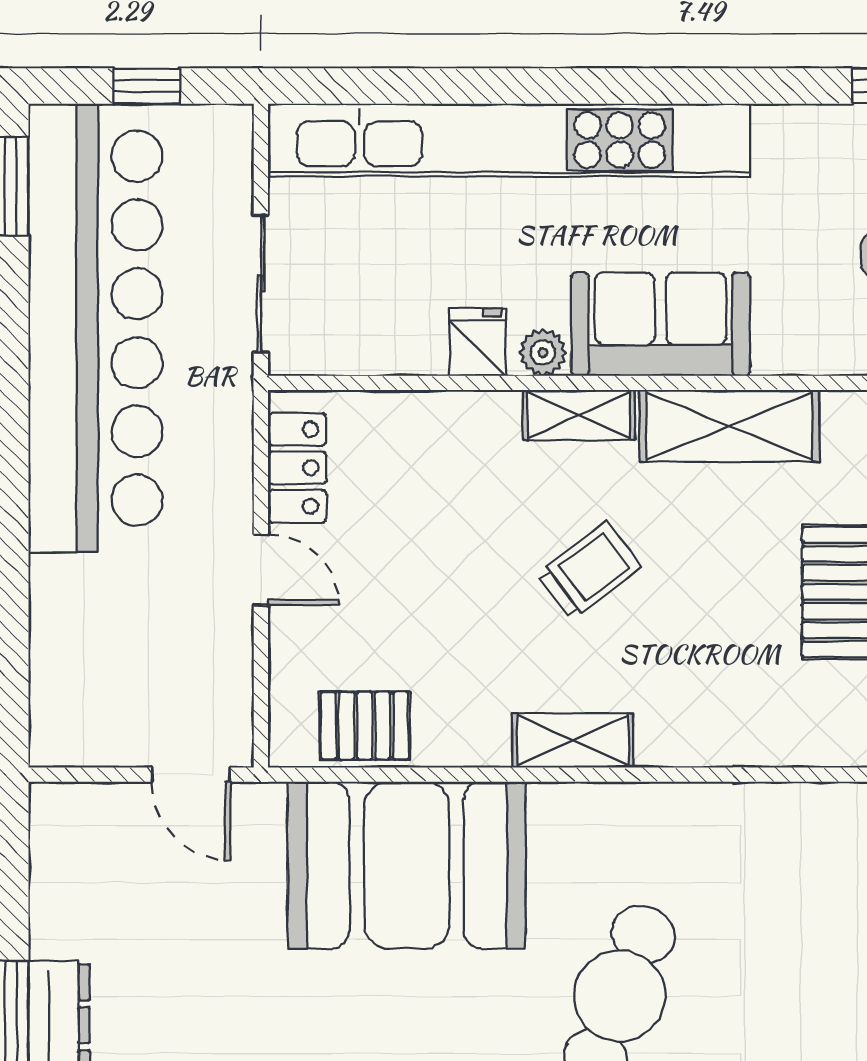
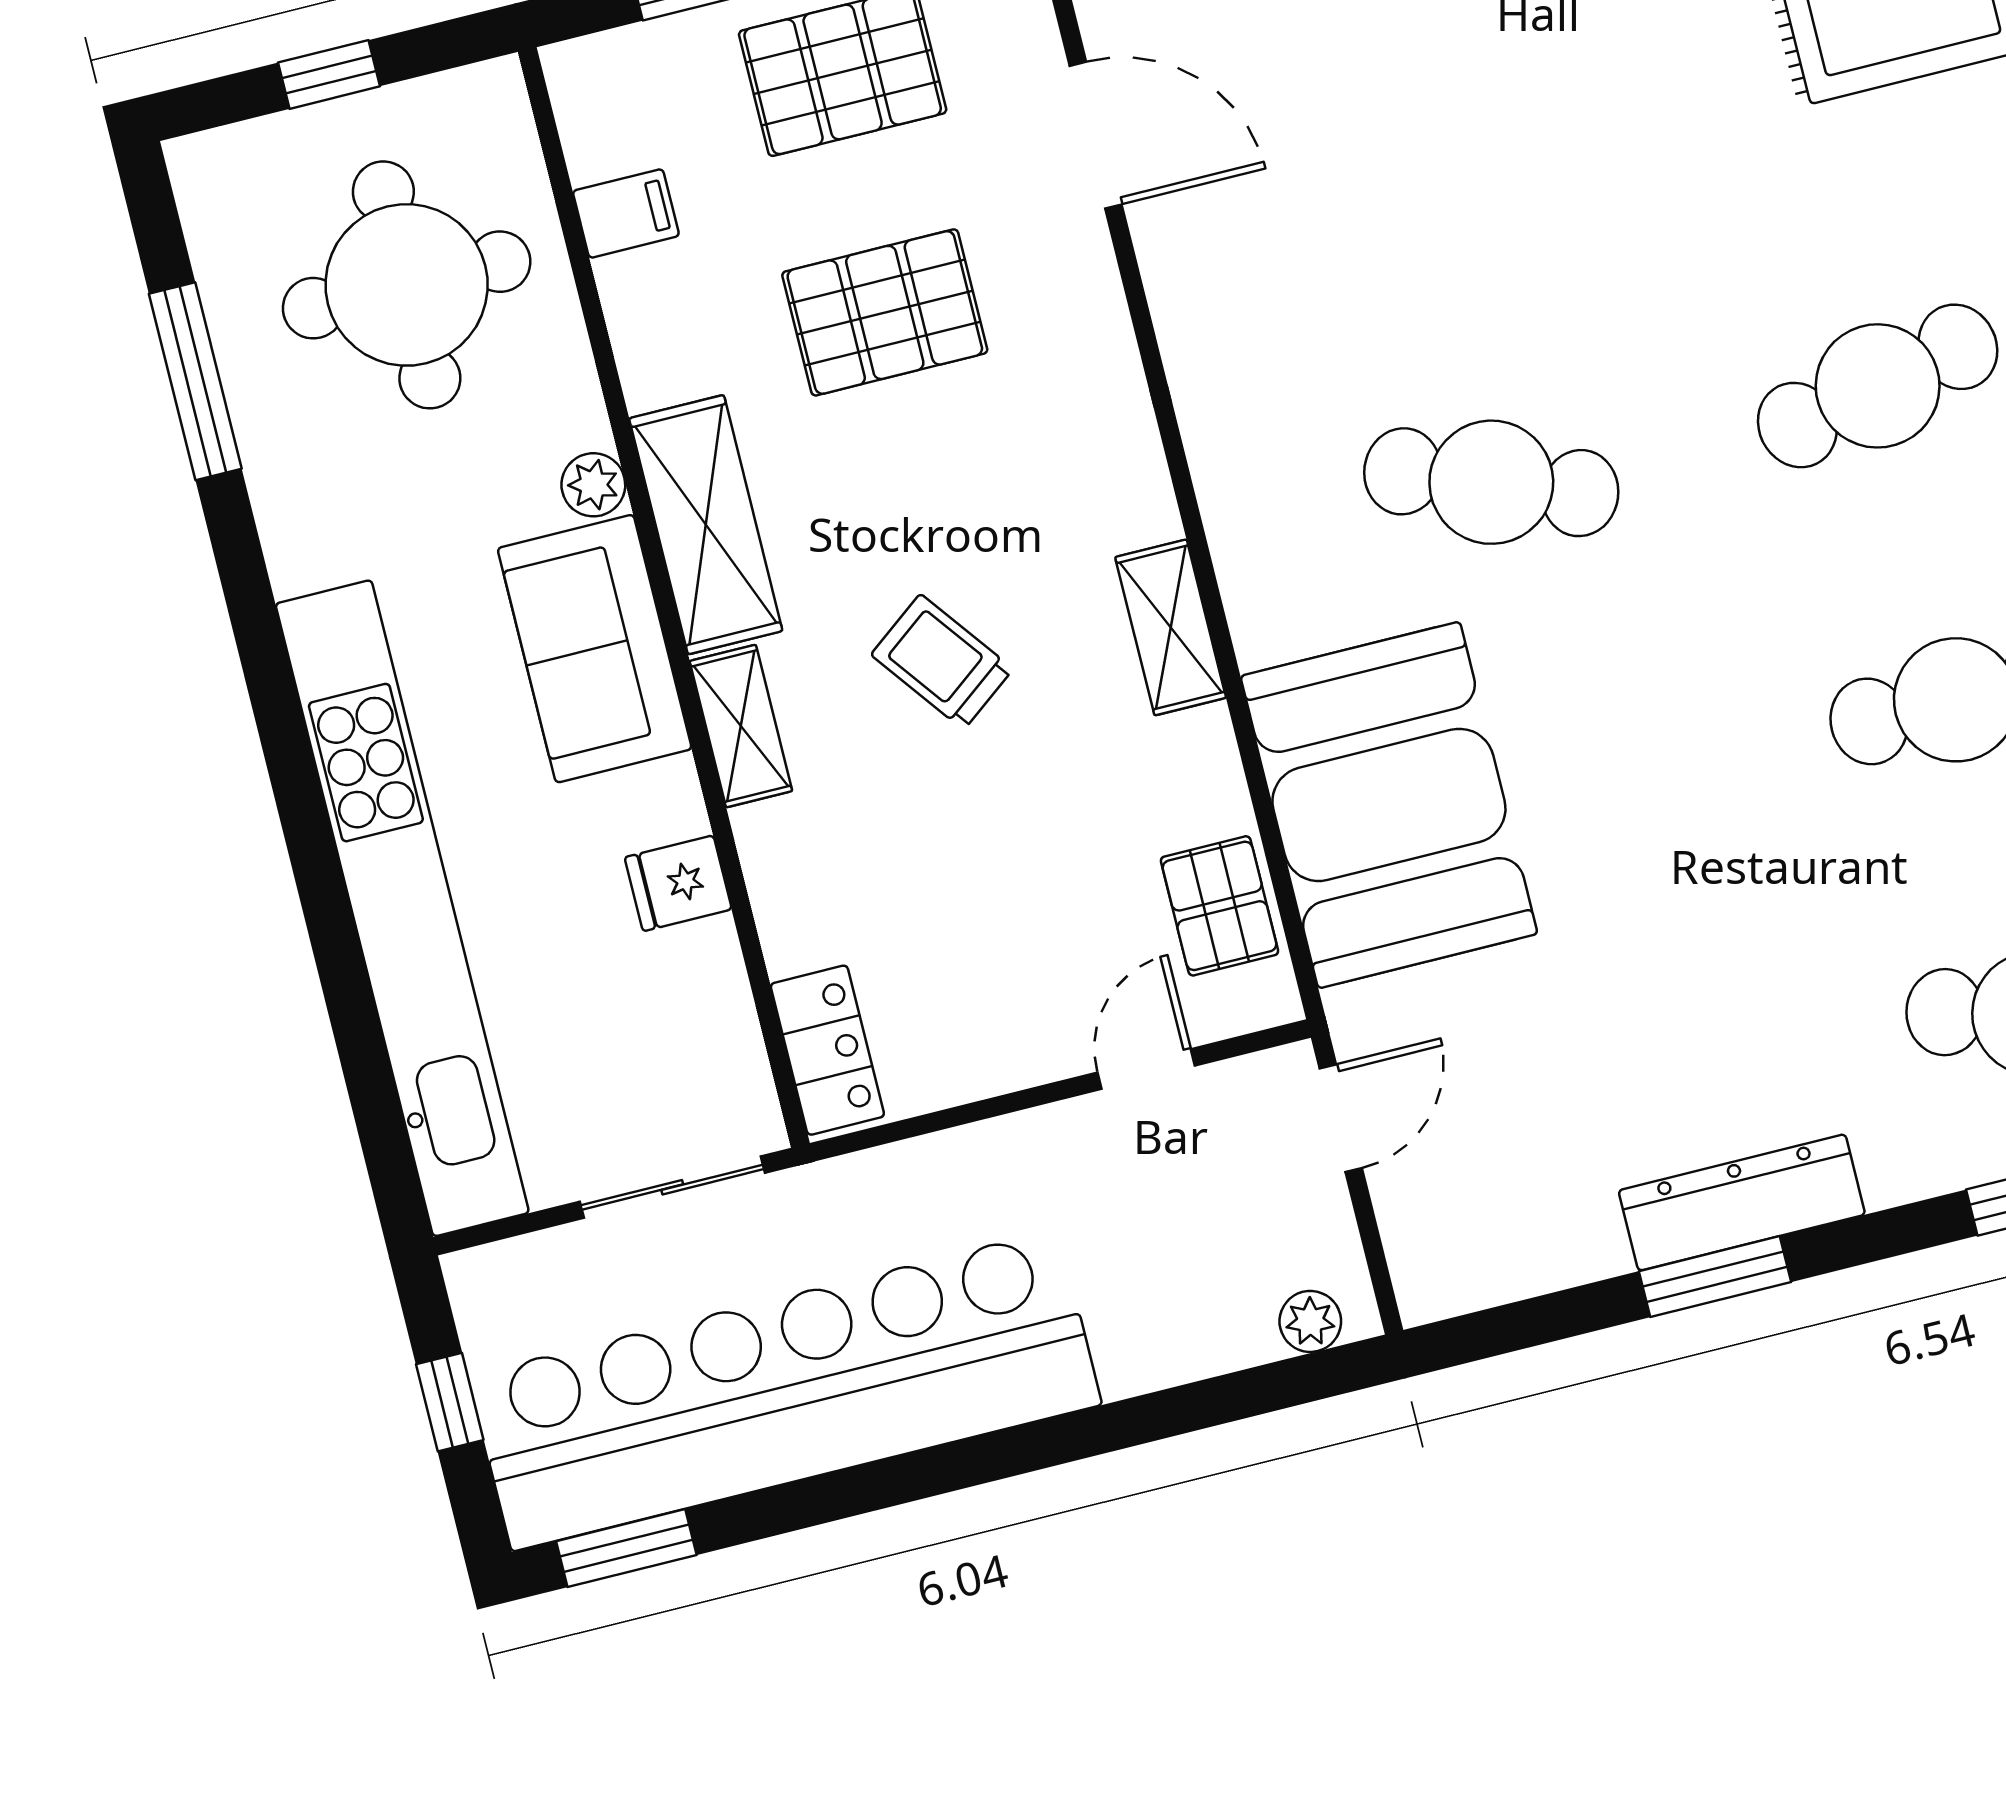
plant: (543, 353) -> (593, 485), moved
locker: (297, 468) -> (827, 1050), moved, turned 90
door: (261, 570) -> (1146, 1069), moved
plant: (51, 717) -> (1310, 1321), added

